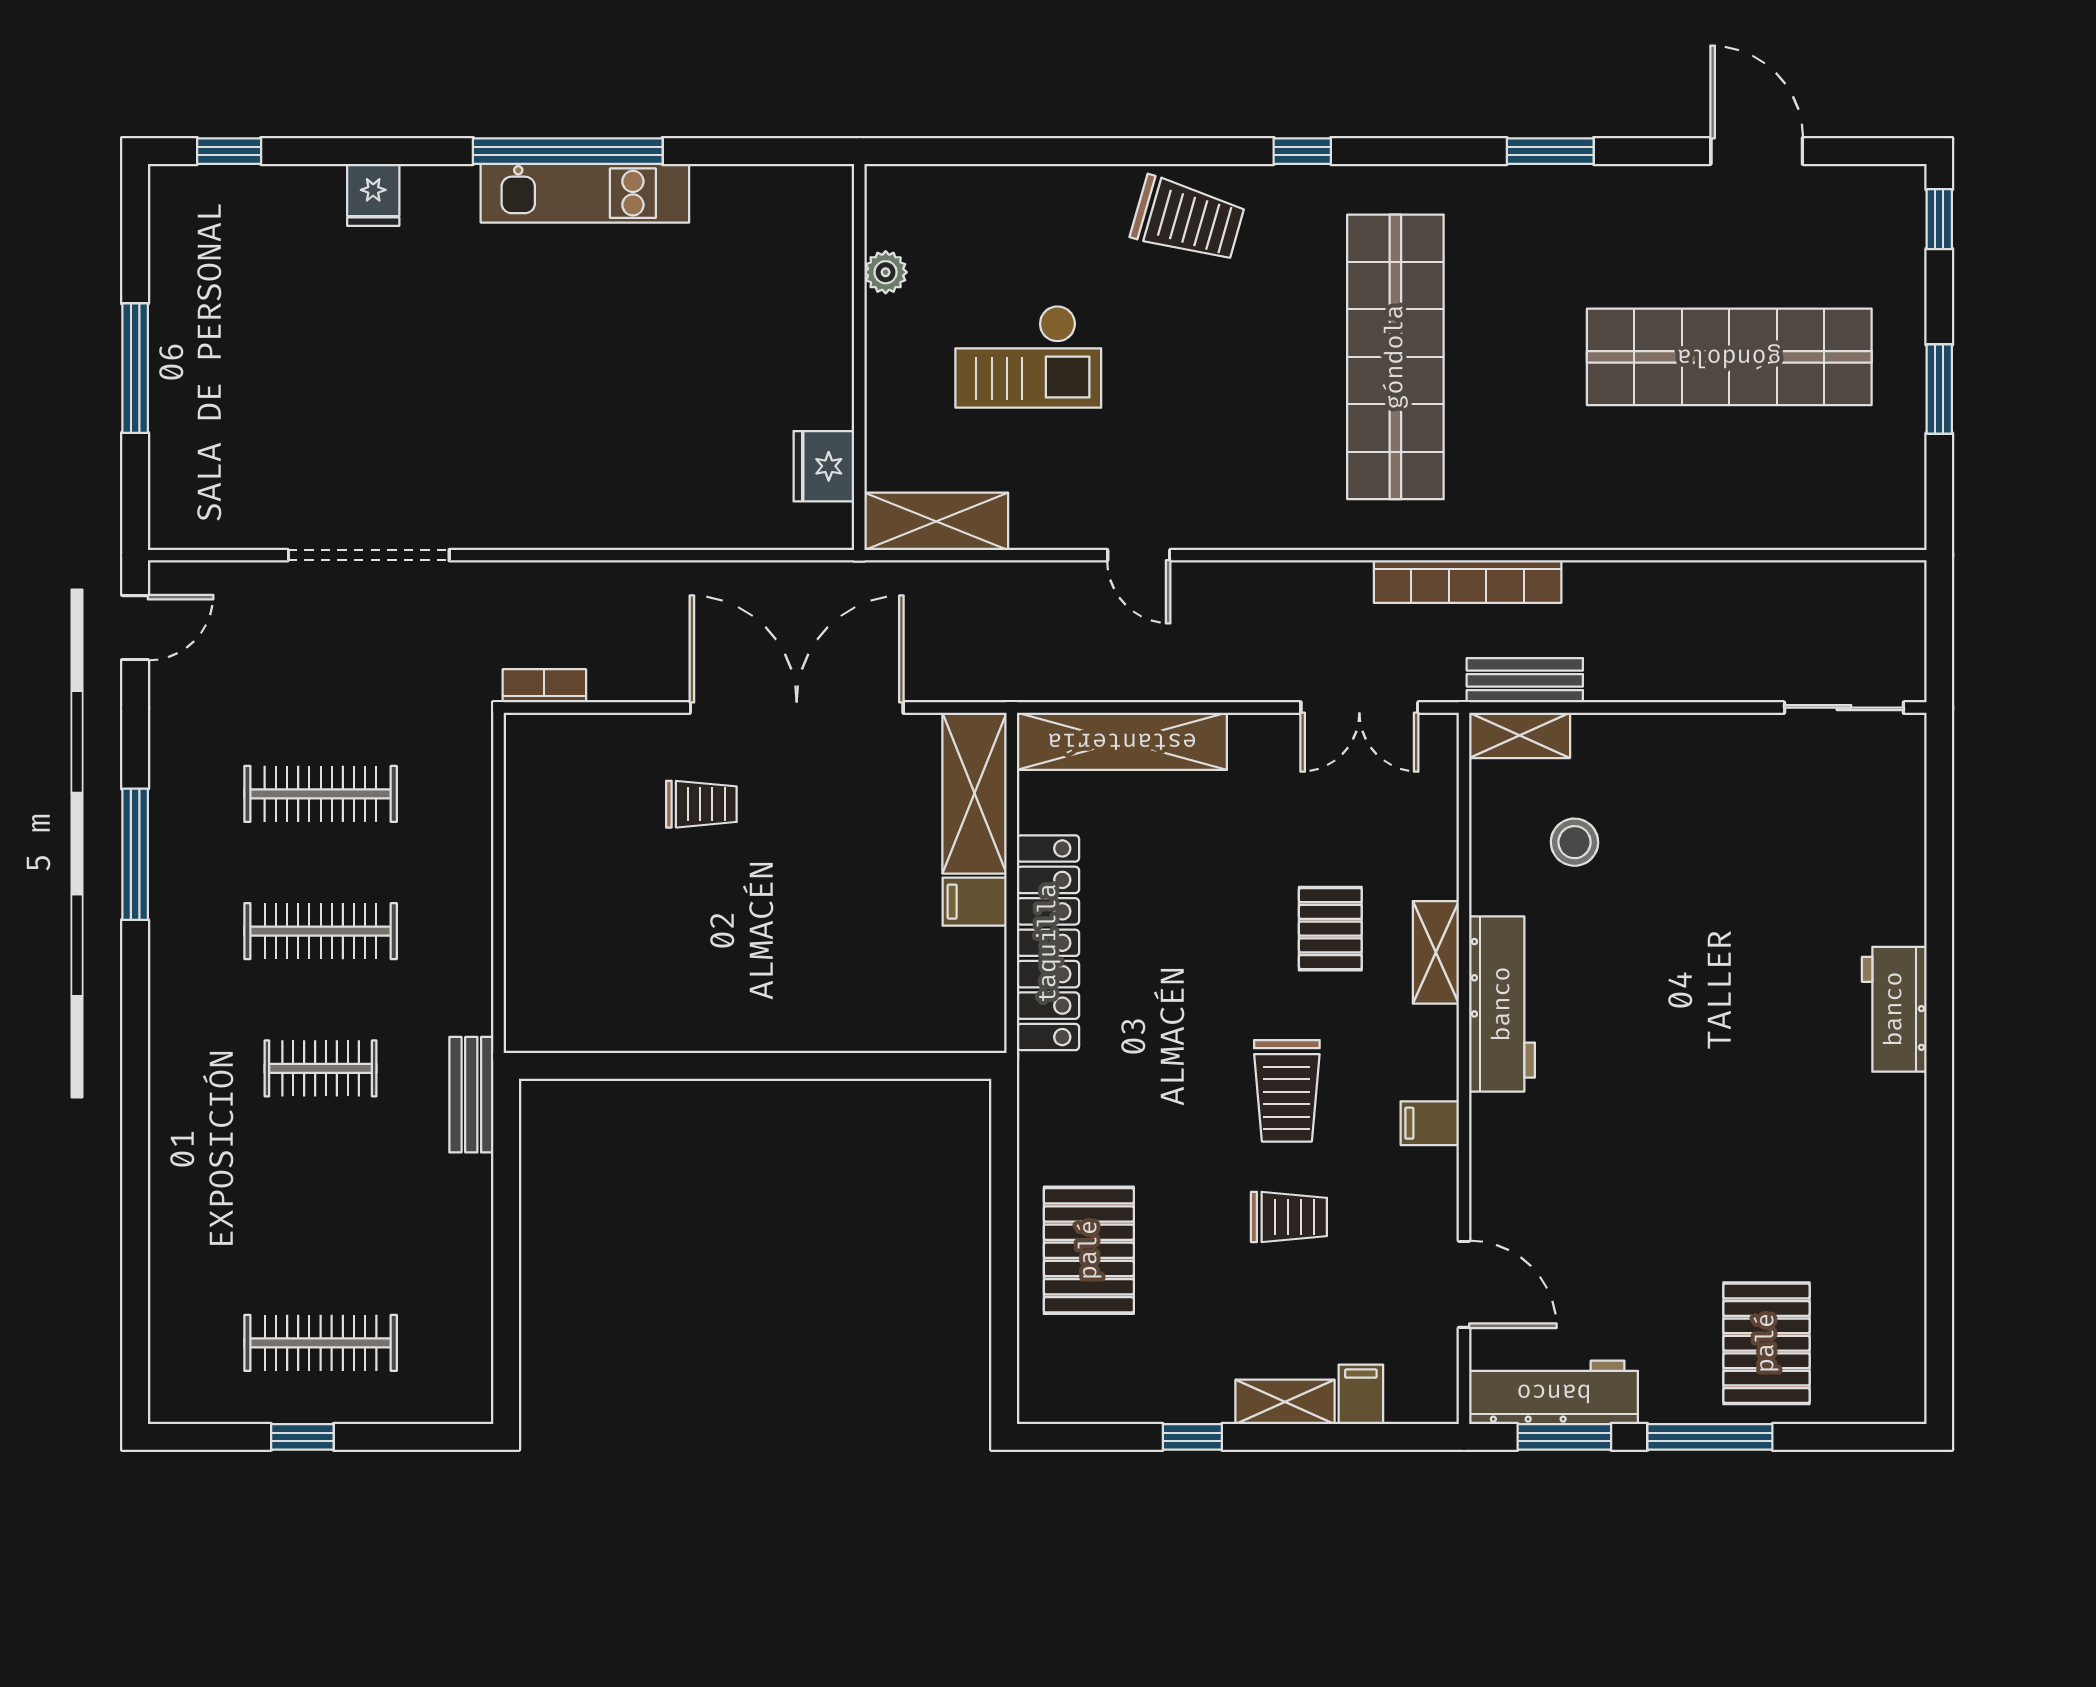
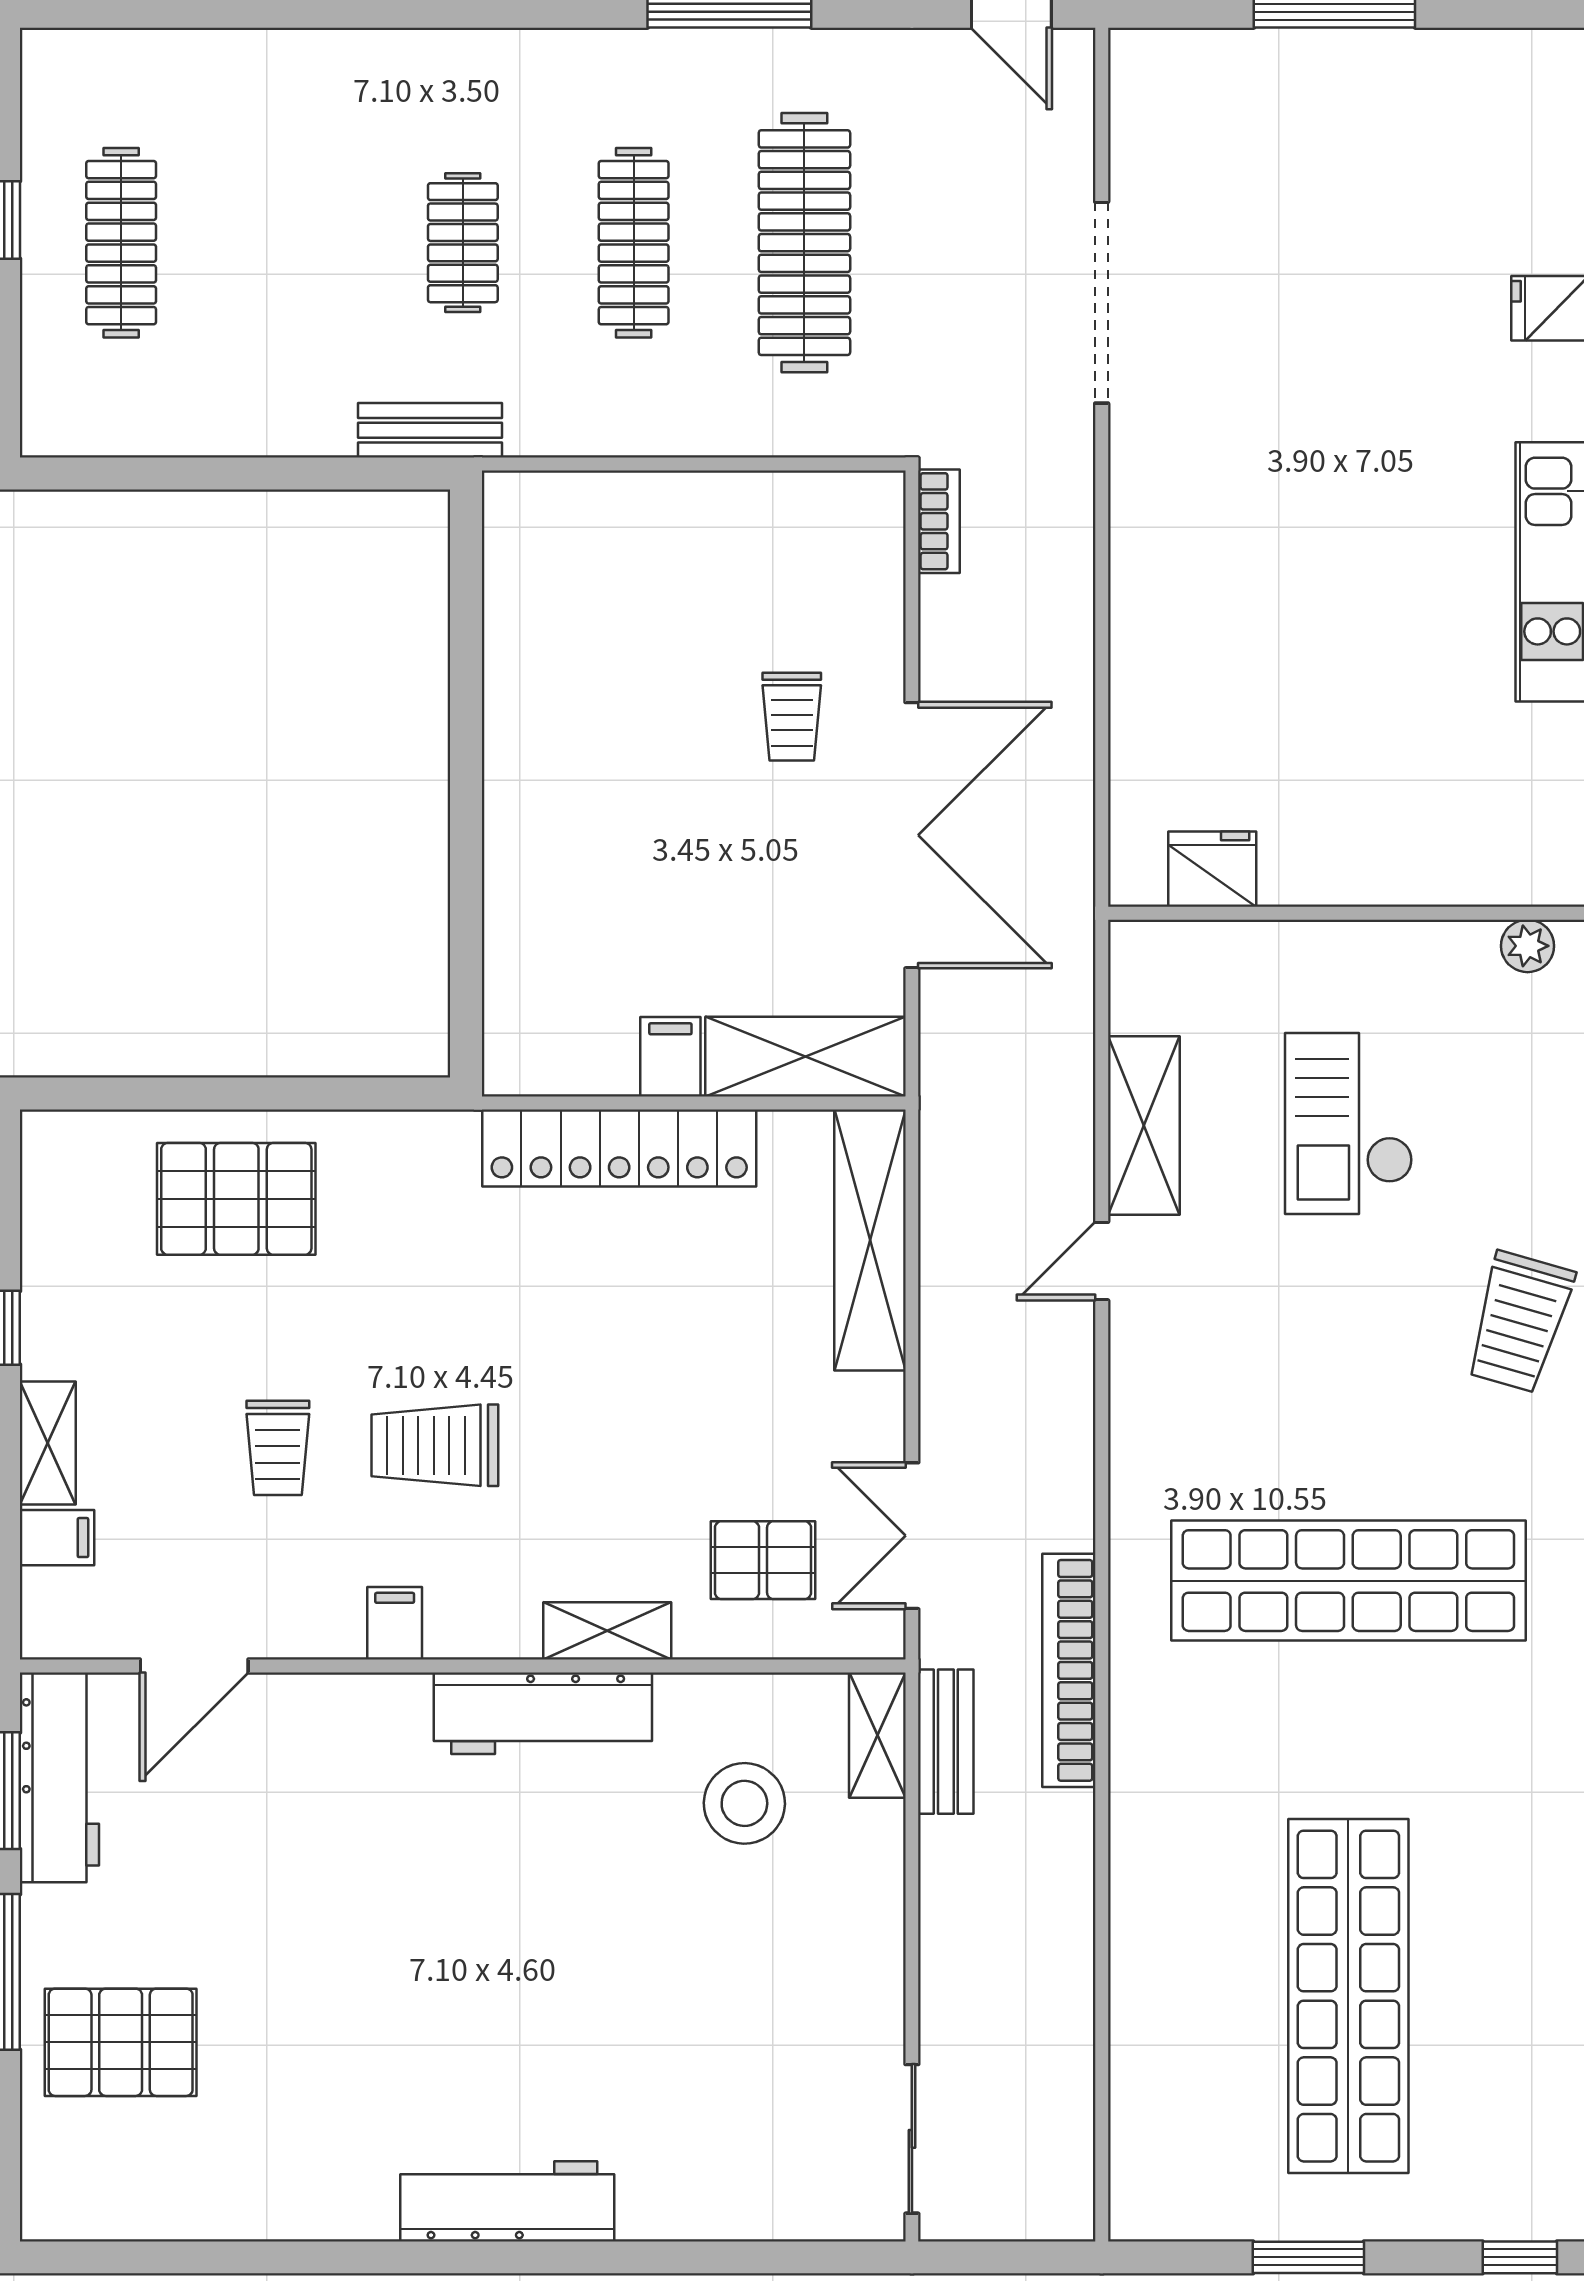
plant: (886, 272) -> (1528, 946), moved
shelving: (936, 521) -> (1144, 1126), moved
clothes rail: (321, 794) -> (804, 243), width x1.37, depth x1.31
stool: (1574, 842) -> (744, 1803), width x1.38, depth x1.38
pallet: (1330, 929) -> (763, 1560), moved
workbench: (1894, 1009) -> (507, 2201), width x1.38

